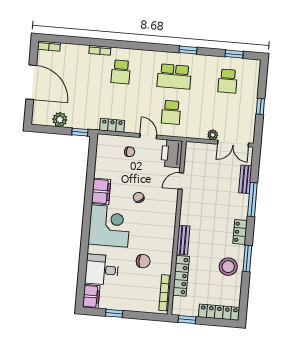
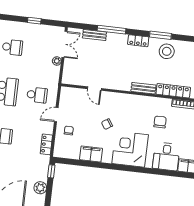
printer: (172, 154) -> (71, 96), removed
filing cabinet: (101, 191) -> (91, 154), moved

